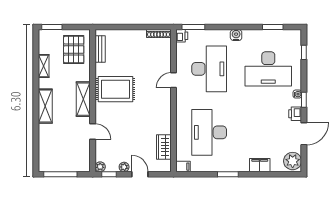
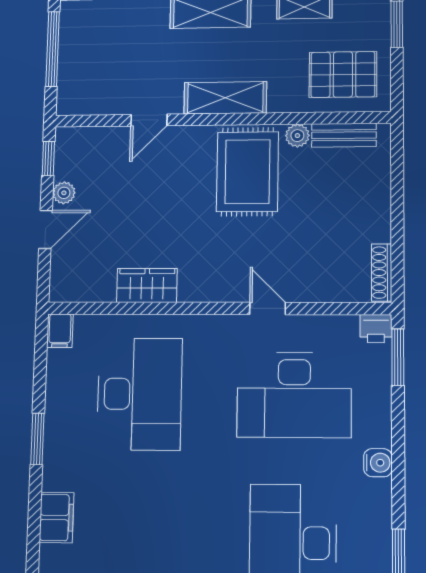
desk: (209, 132) -> (139, 394), turned 90
wardrobe: (164, 147) -> (147, 285), moved
plant: (100, 167) -> (297, 136), moved

